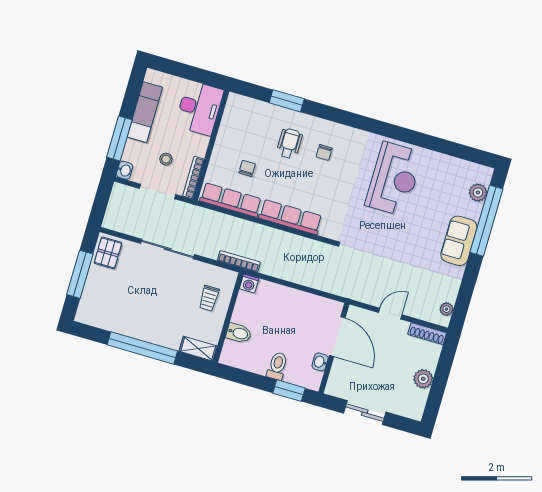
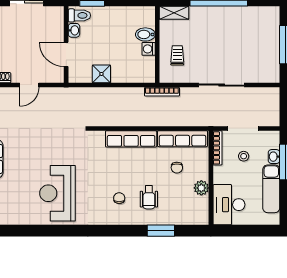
plant: (226, 137) -> (201, 188), added
washbasin: (125, 170) -> (274, 157), moved
pallet: (108, 253) -> (268, 68), removed
washing machine: (249, 284) -> (149, 49), moved, turned -90
shower: (303, 302) -> (101, 74), added
door: (337, 337) -> (66, 54), width x0.73
toilet: (277, 366) -> (79, 15), moved, turned -90

